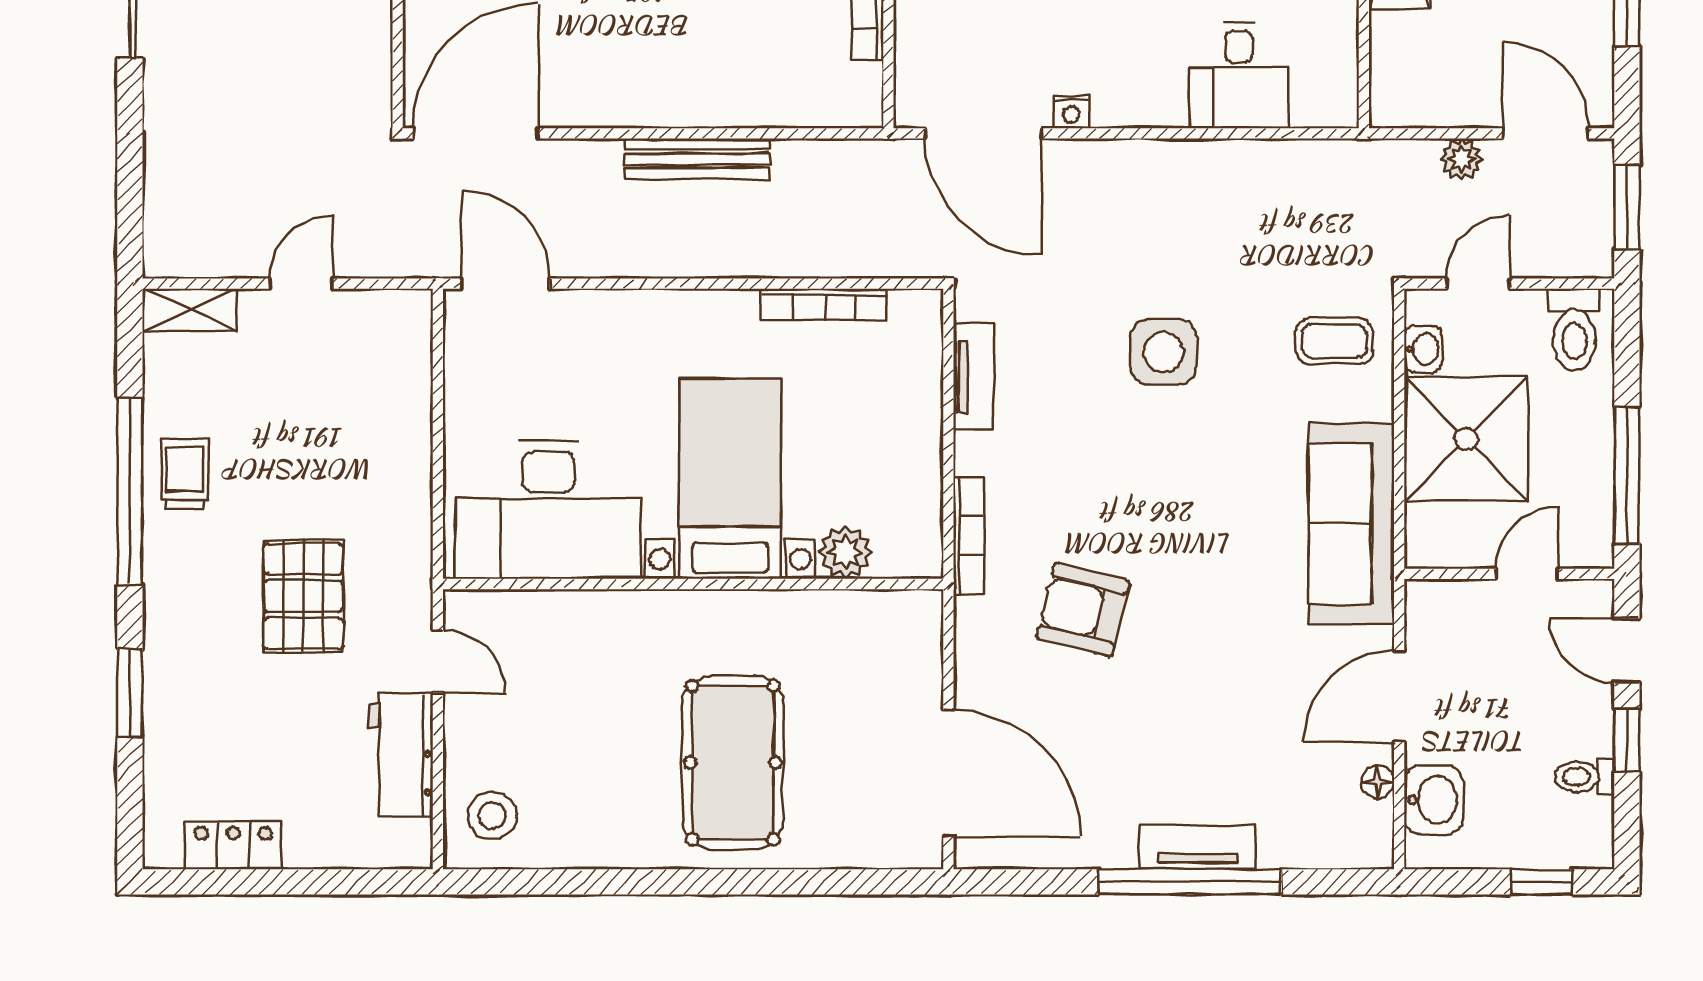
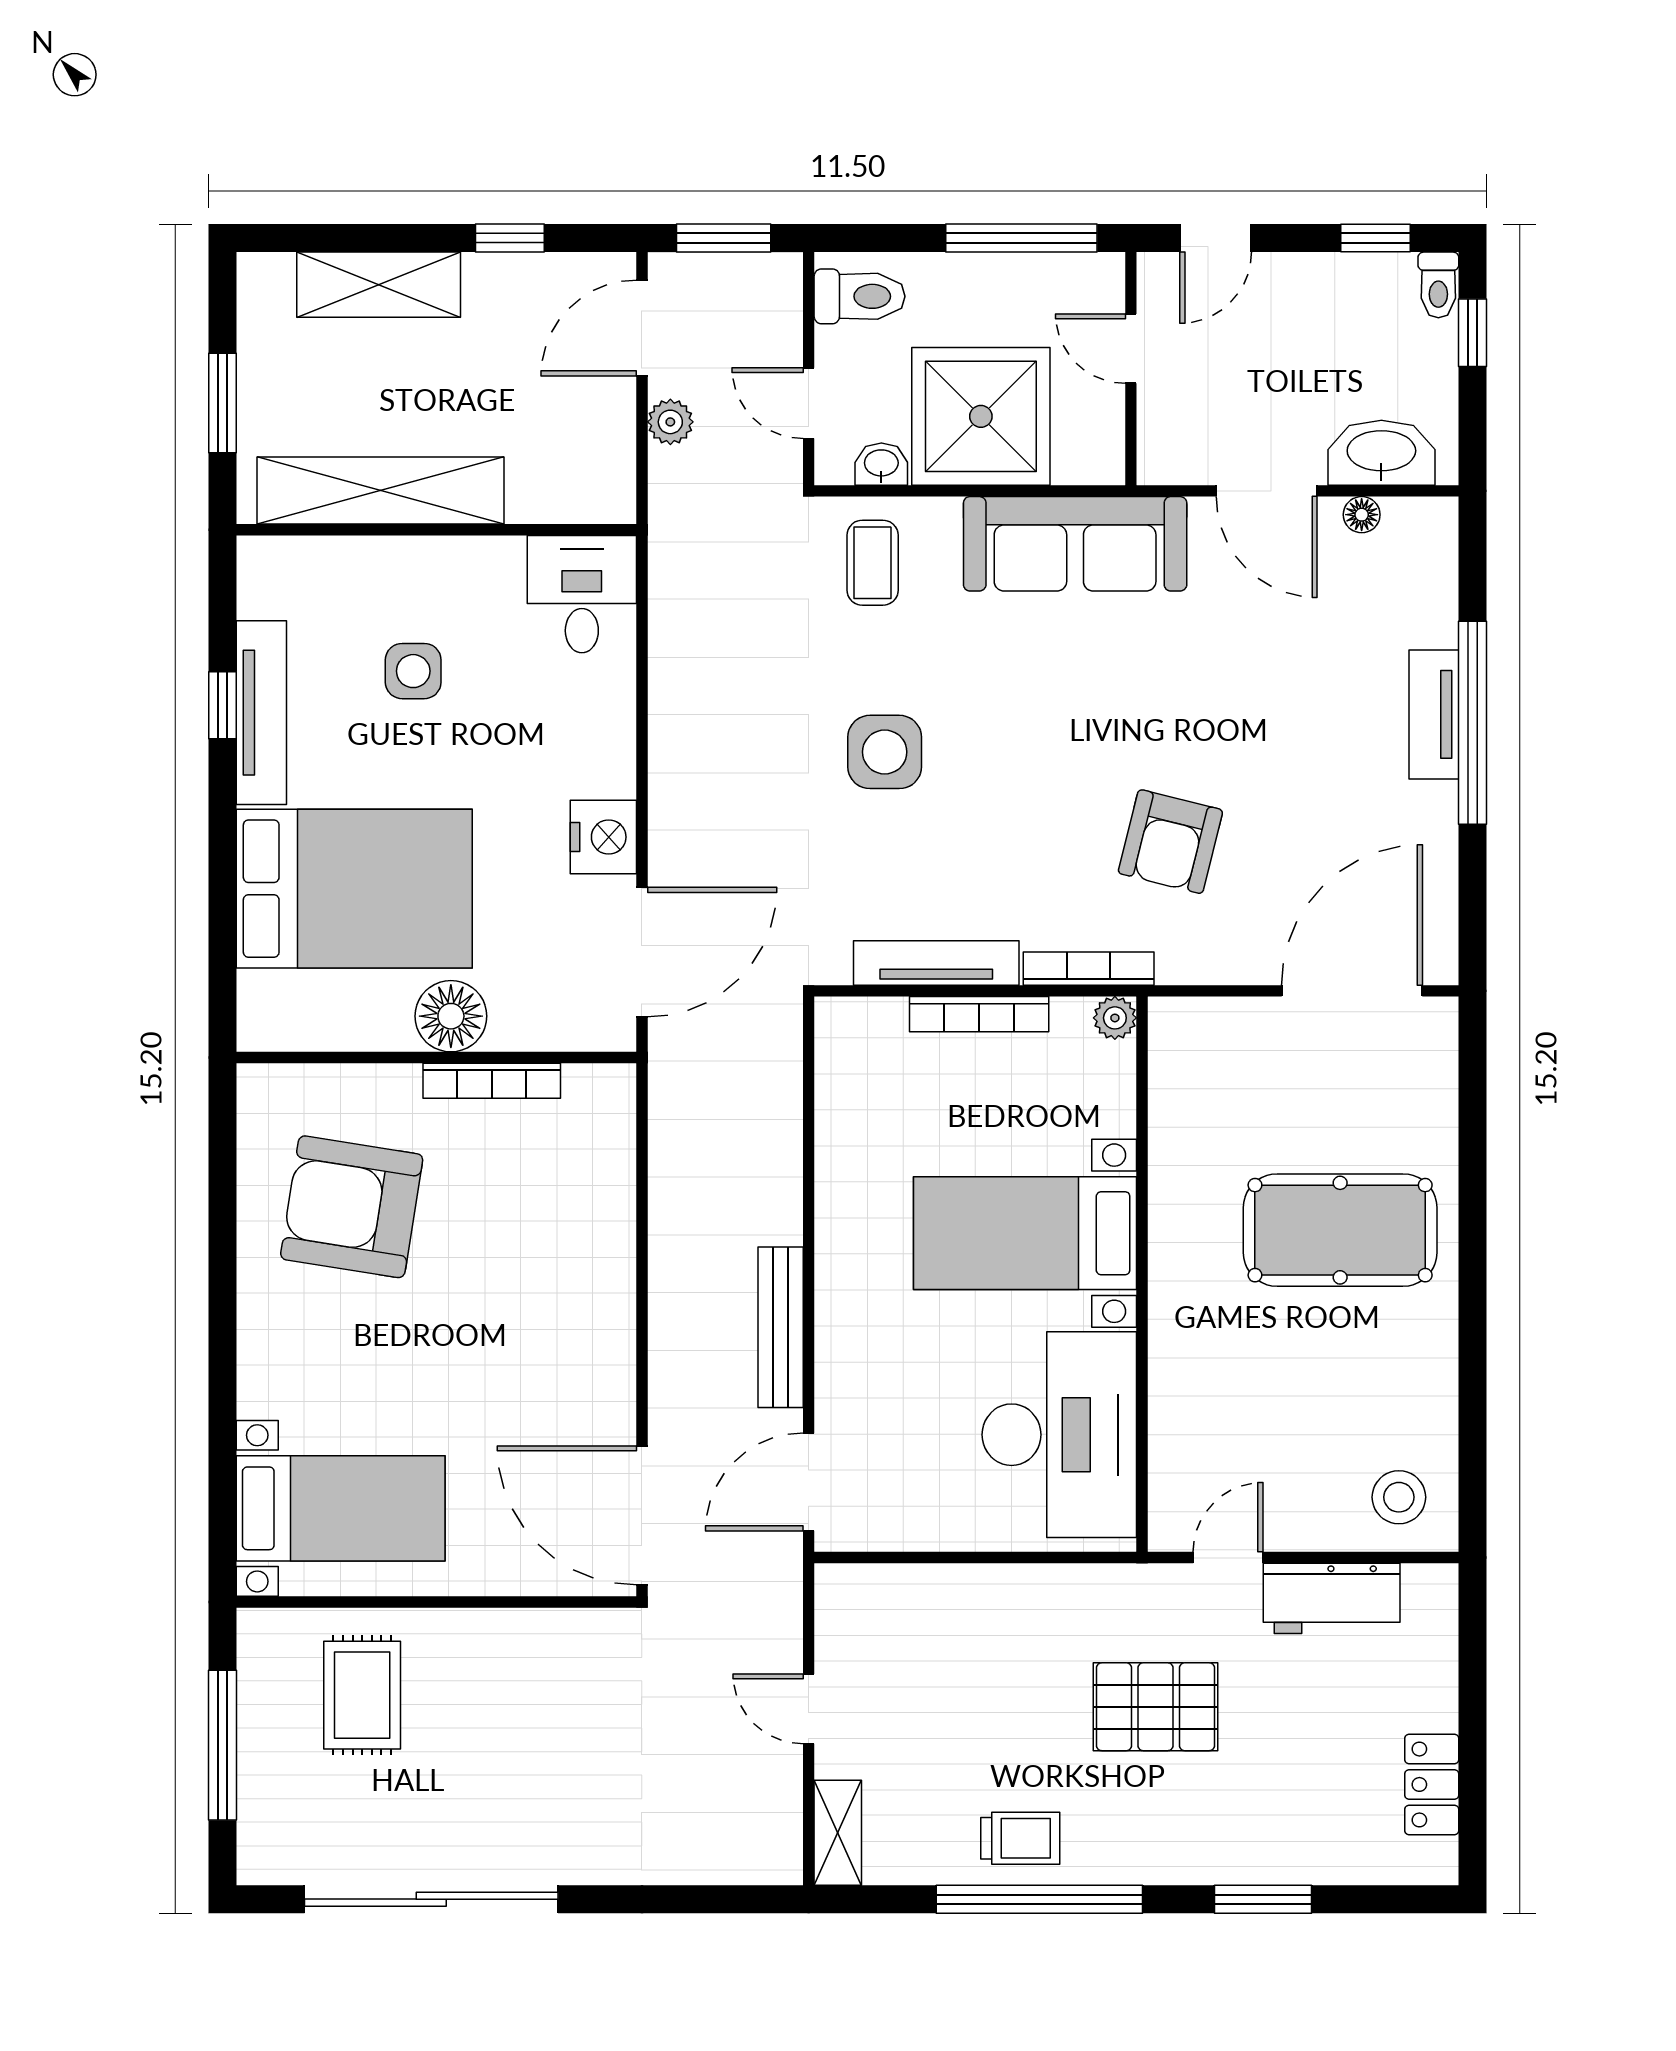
desk: (1239, 75) -> (582, 594), moved, turned -90
nightstand: (1071, 112) -> (603, 837), width x1.89, depth x1.79
bench: (697, 159) -> (781, 1327), moved
bookcase: (824, 305) -> (979, 1014), moved, turned 90
tv unit: (974, 377) -> (936, 963), width x1.41
trolley: (185, 474) -> (1020, 1838), turned 180
plant: (846, 552) -> (1115, 1018), moved, width x0.73, depth x0.73
window: (1627, 740) -> (1376, 238), moved
toilet: (1585, 777) -> (1438, 285), moved
washbasin: (1433, 800) -> (1381, 453), width x1.38

